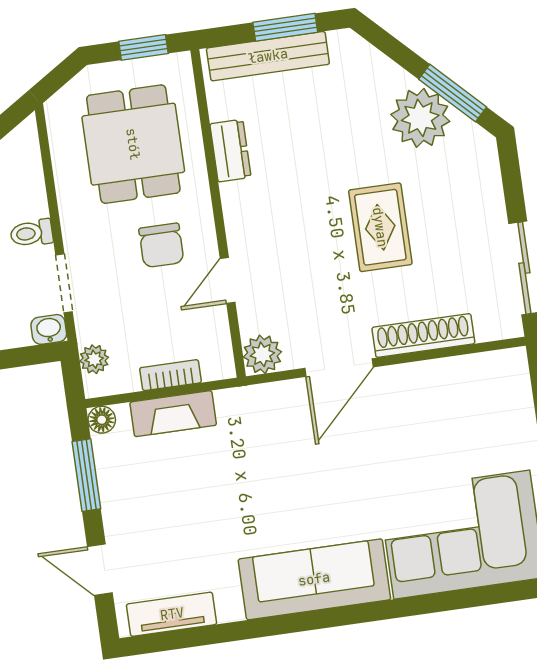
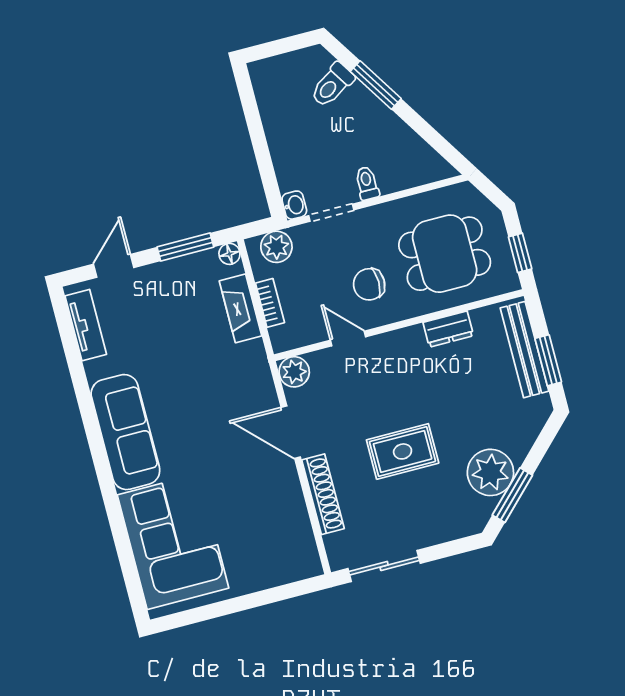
plant: (94, 359) -> (276, 247), width x1.38, depth x1.38

